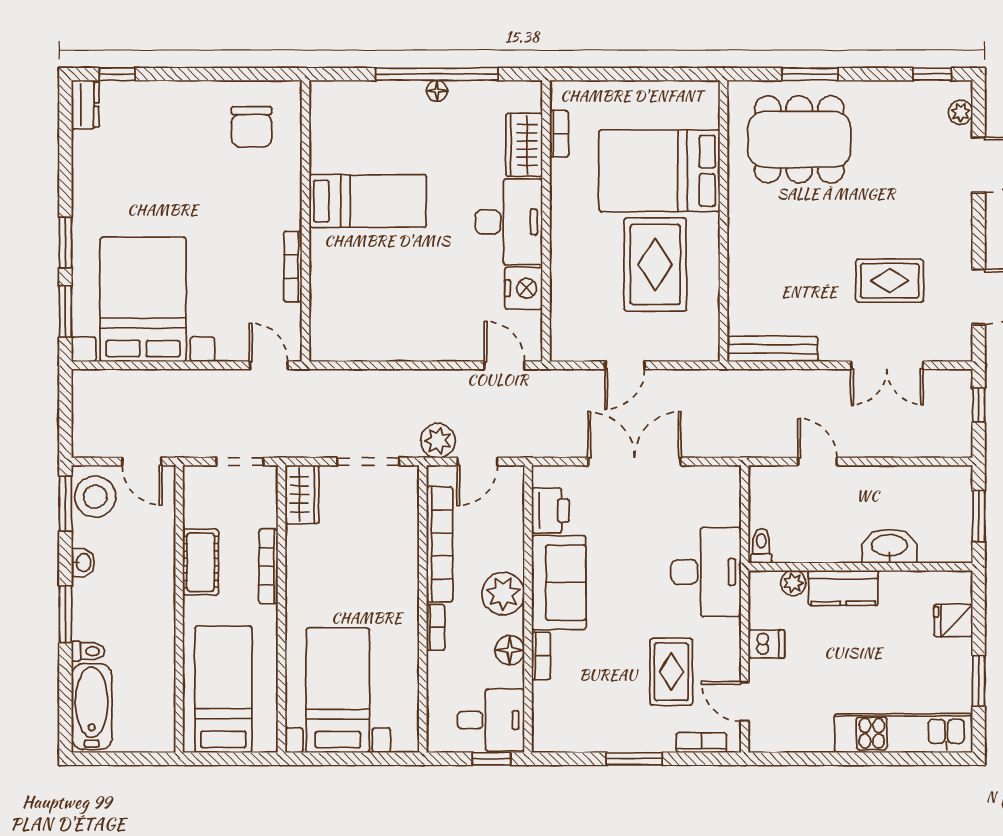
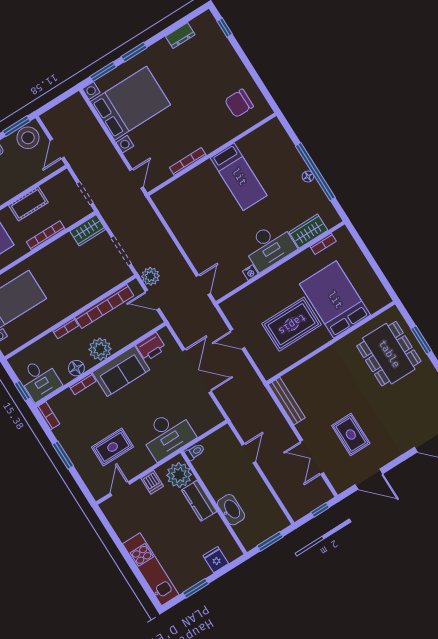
dresser: (85, 105) -> (180, 36), moved
nightstand: (524, 288) -> (250, 273), width x0.53, depth x0.56
plant: (793, 583) -> (179, 475), width x1.87, depth x1.87
bookcase: (701, 743) -> (48, 416), moved

